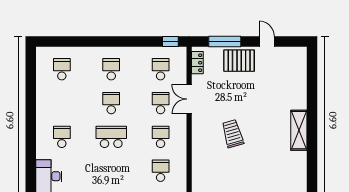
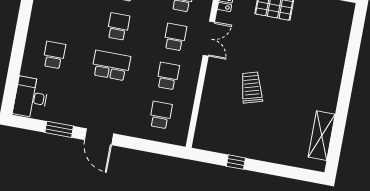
double door: (189, 99) -> (209, 39), swing flipped
shelving: (299, 130) -> (322, 136), moved

